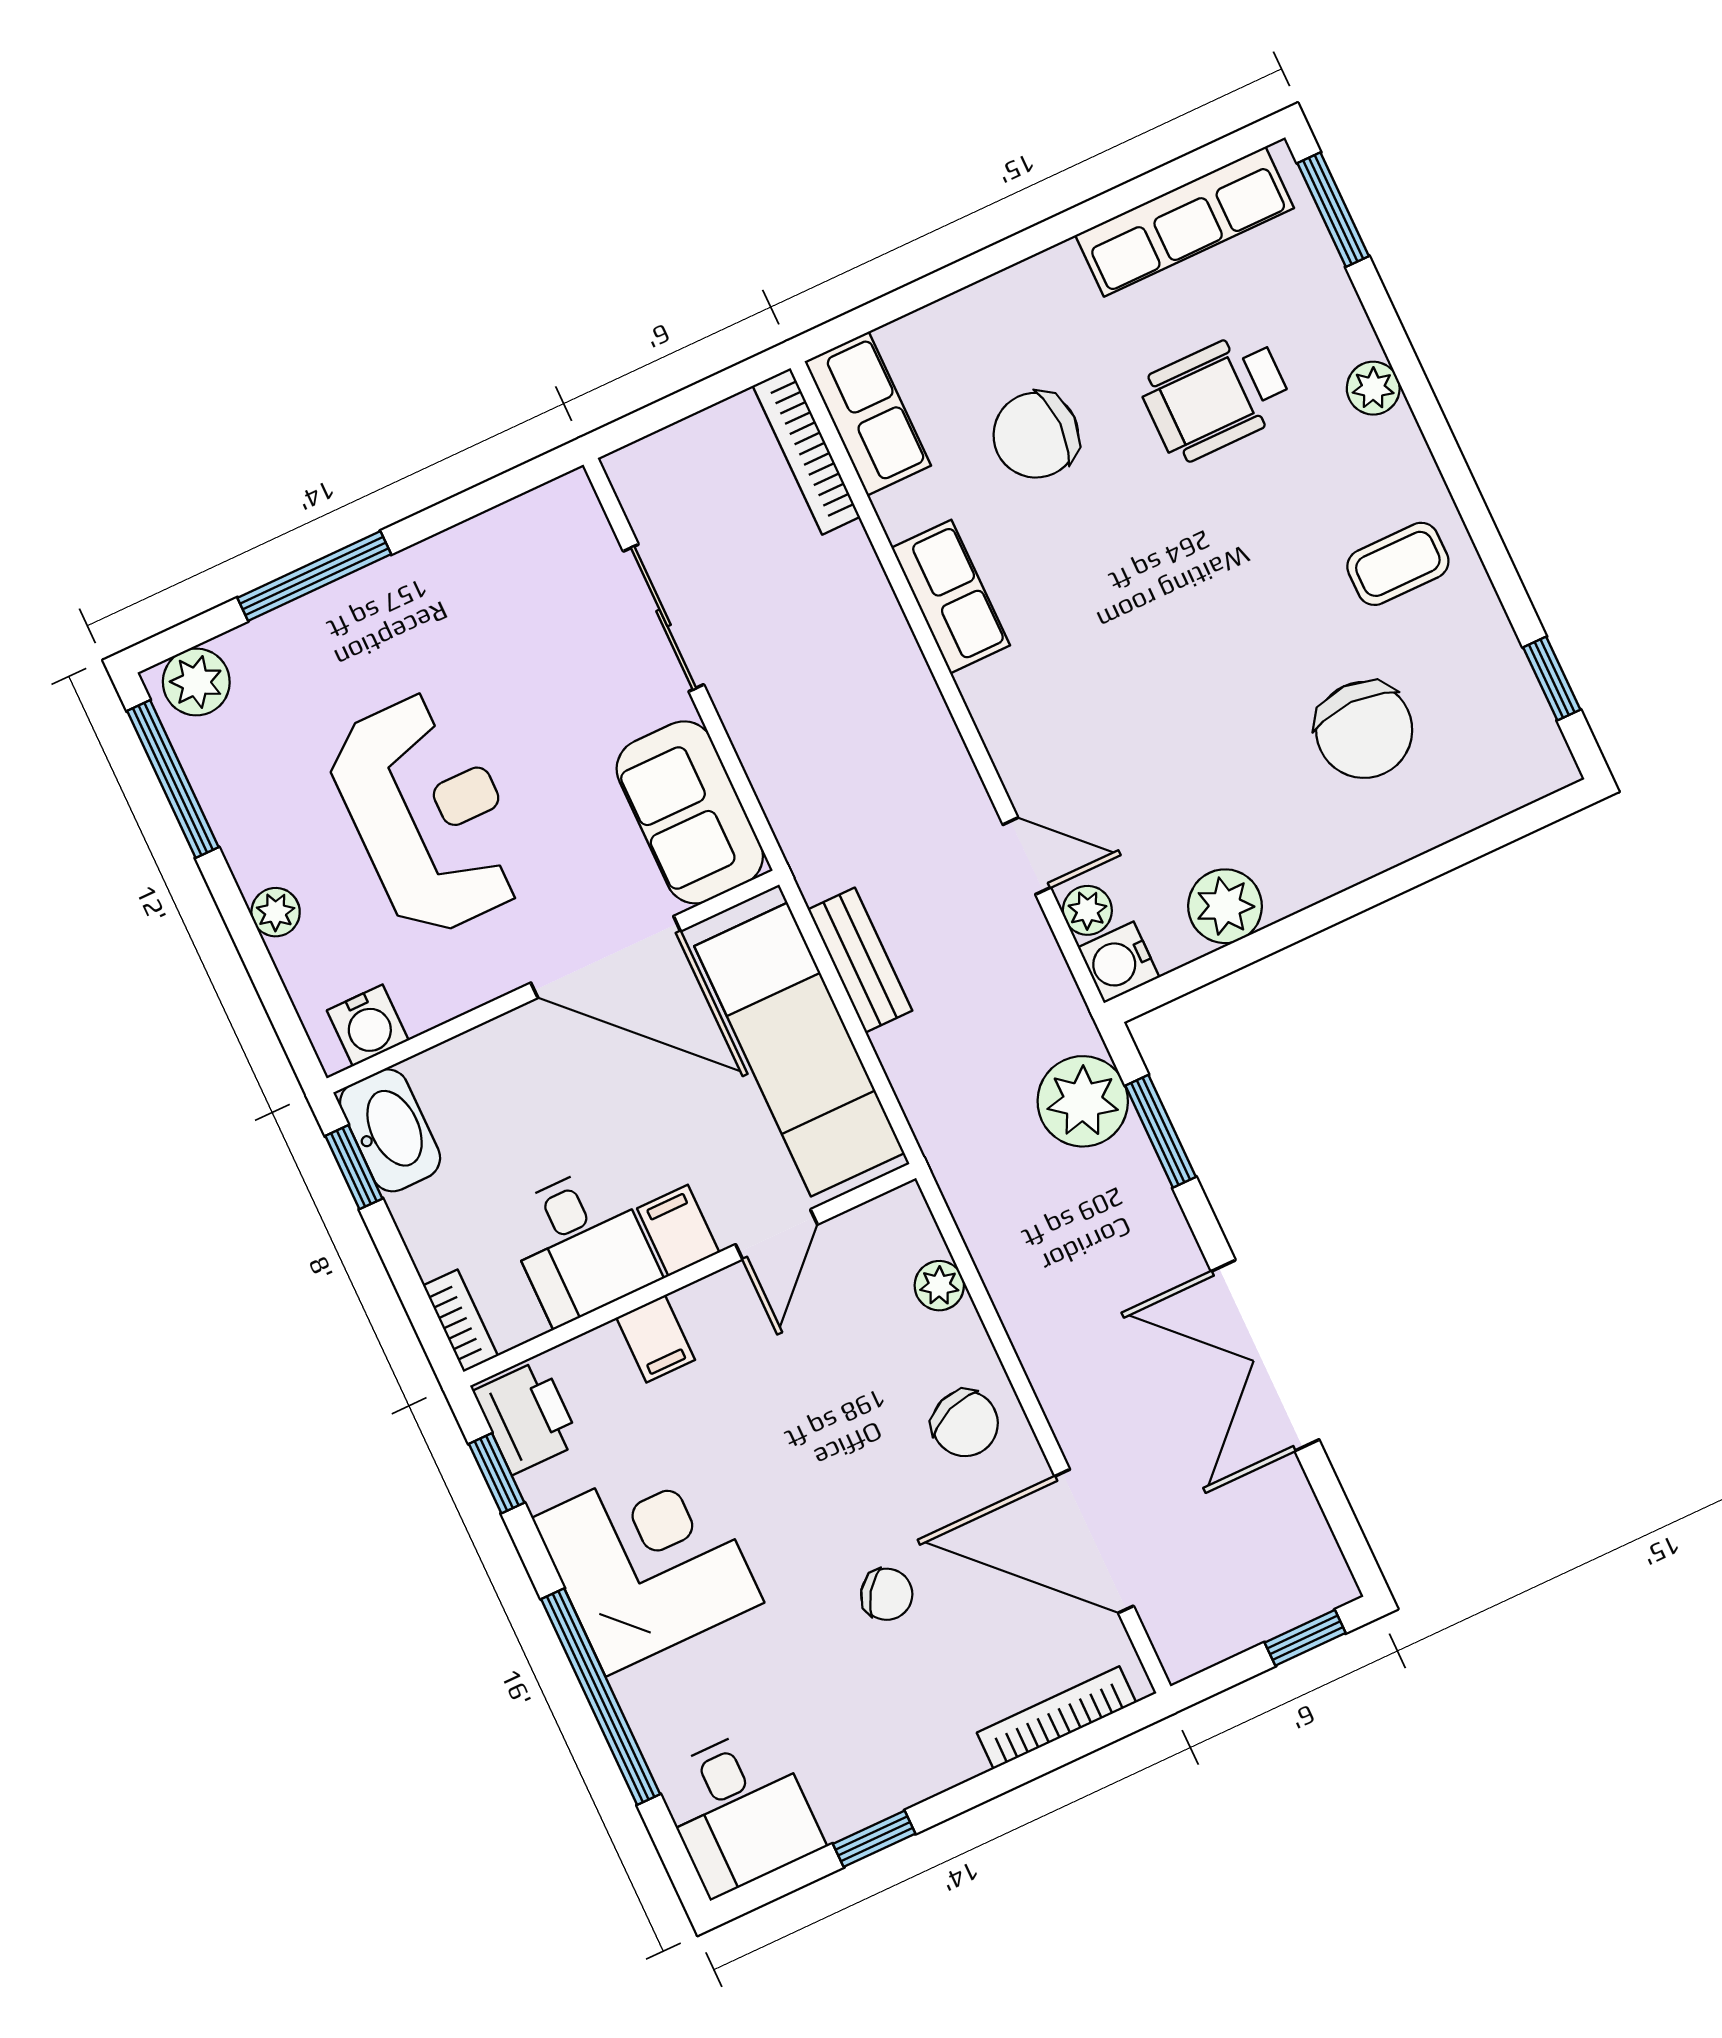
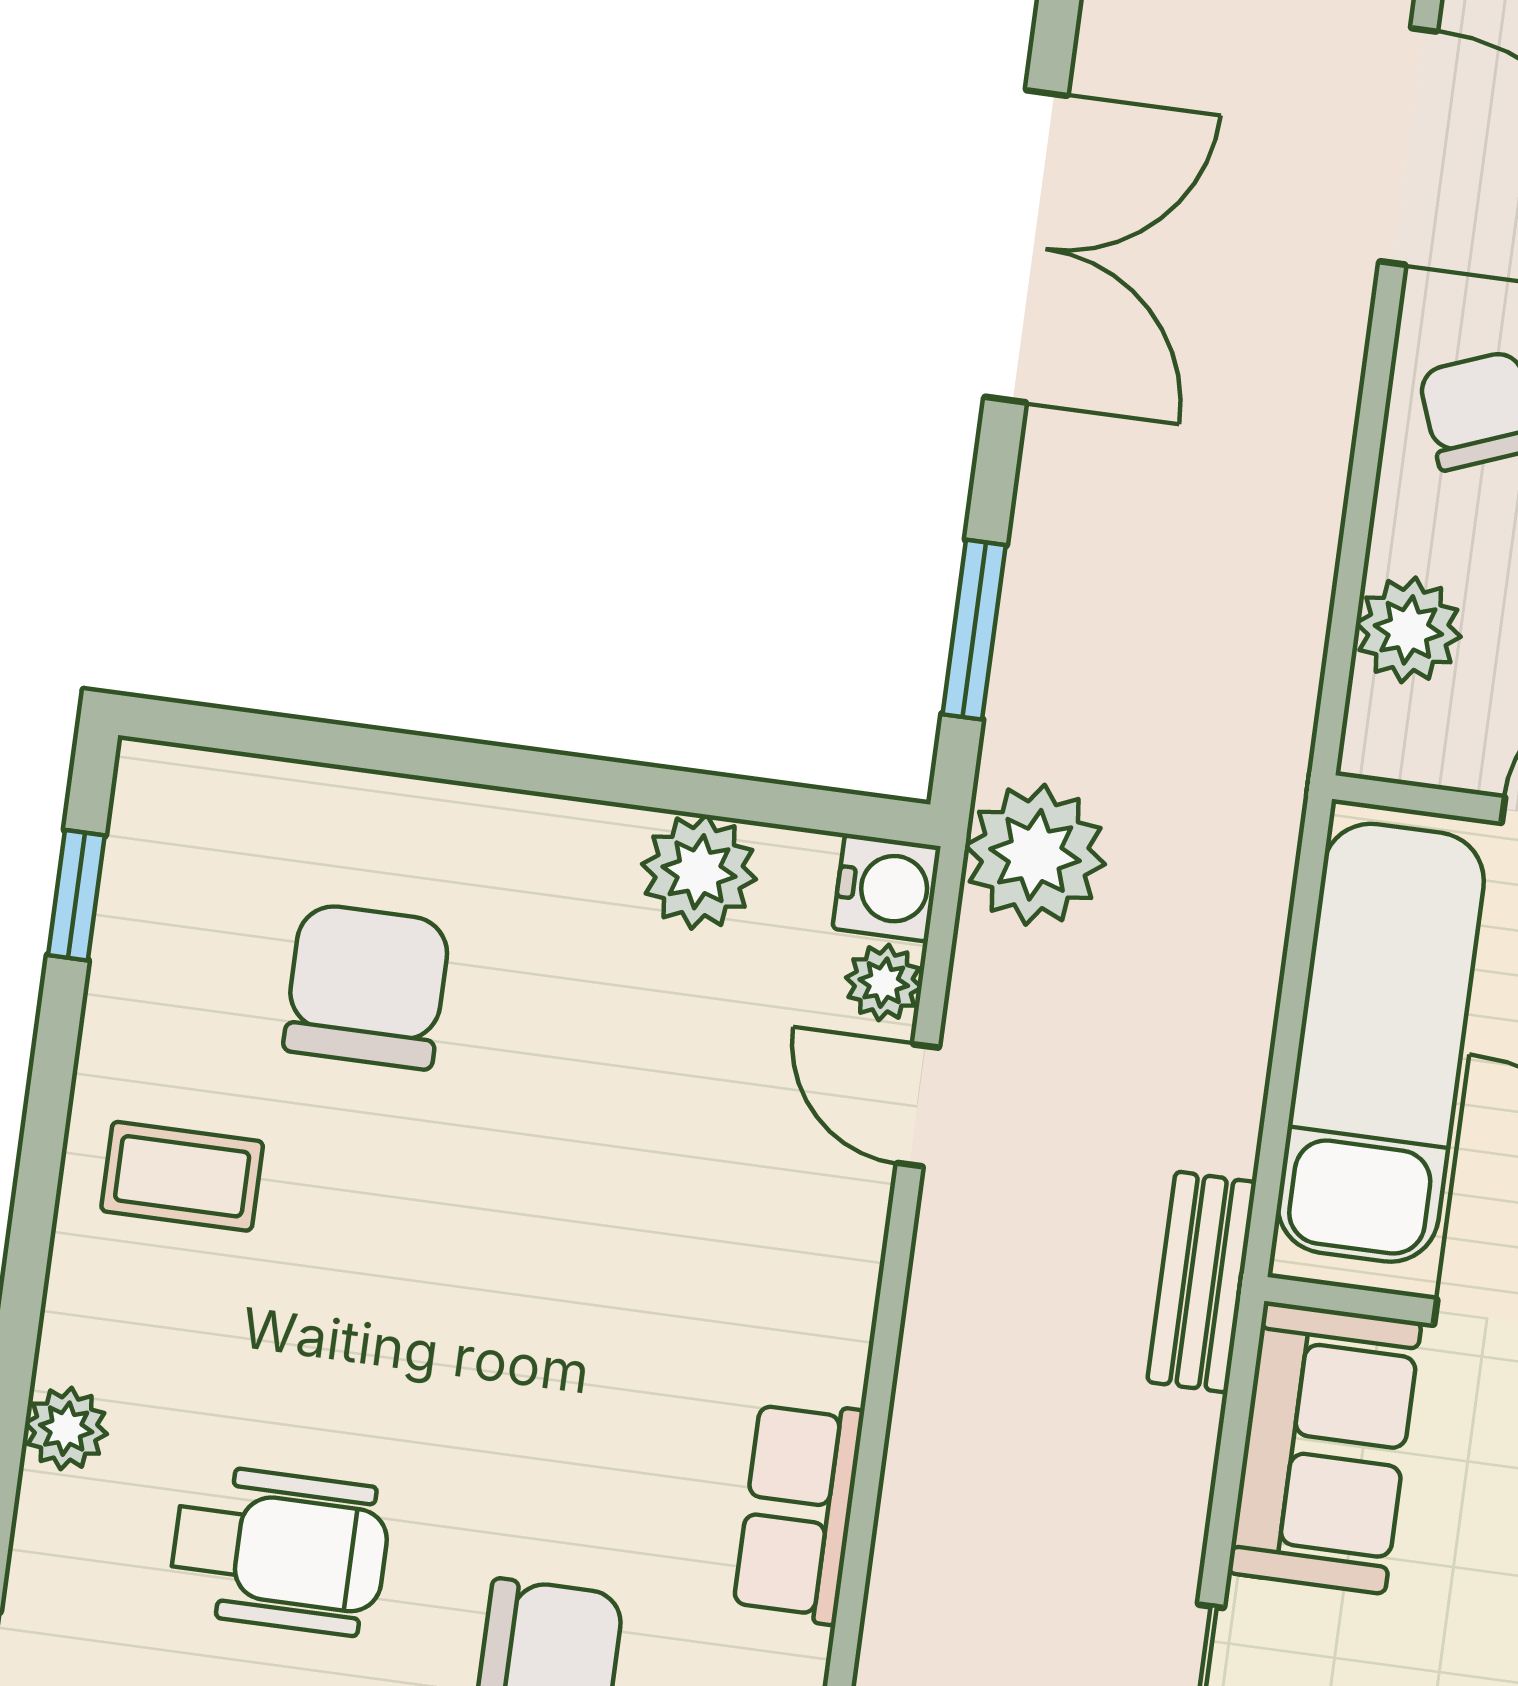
bench: (860, 960) -> (1202, 1282), moved
plant: (1083, 1101) -> (1035, 855), moved
plant: (939, 1286) -> (1408, 630), width x1.38, depth x1.38

